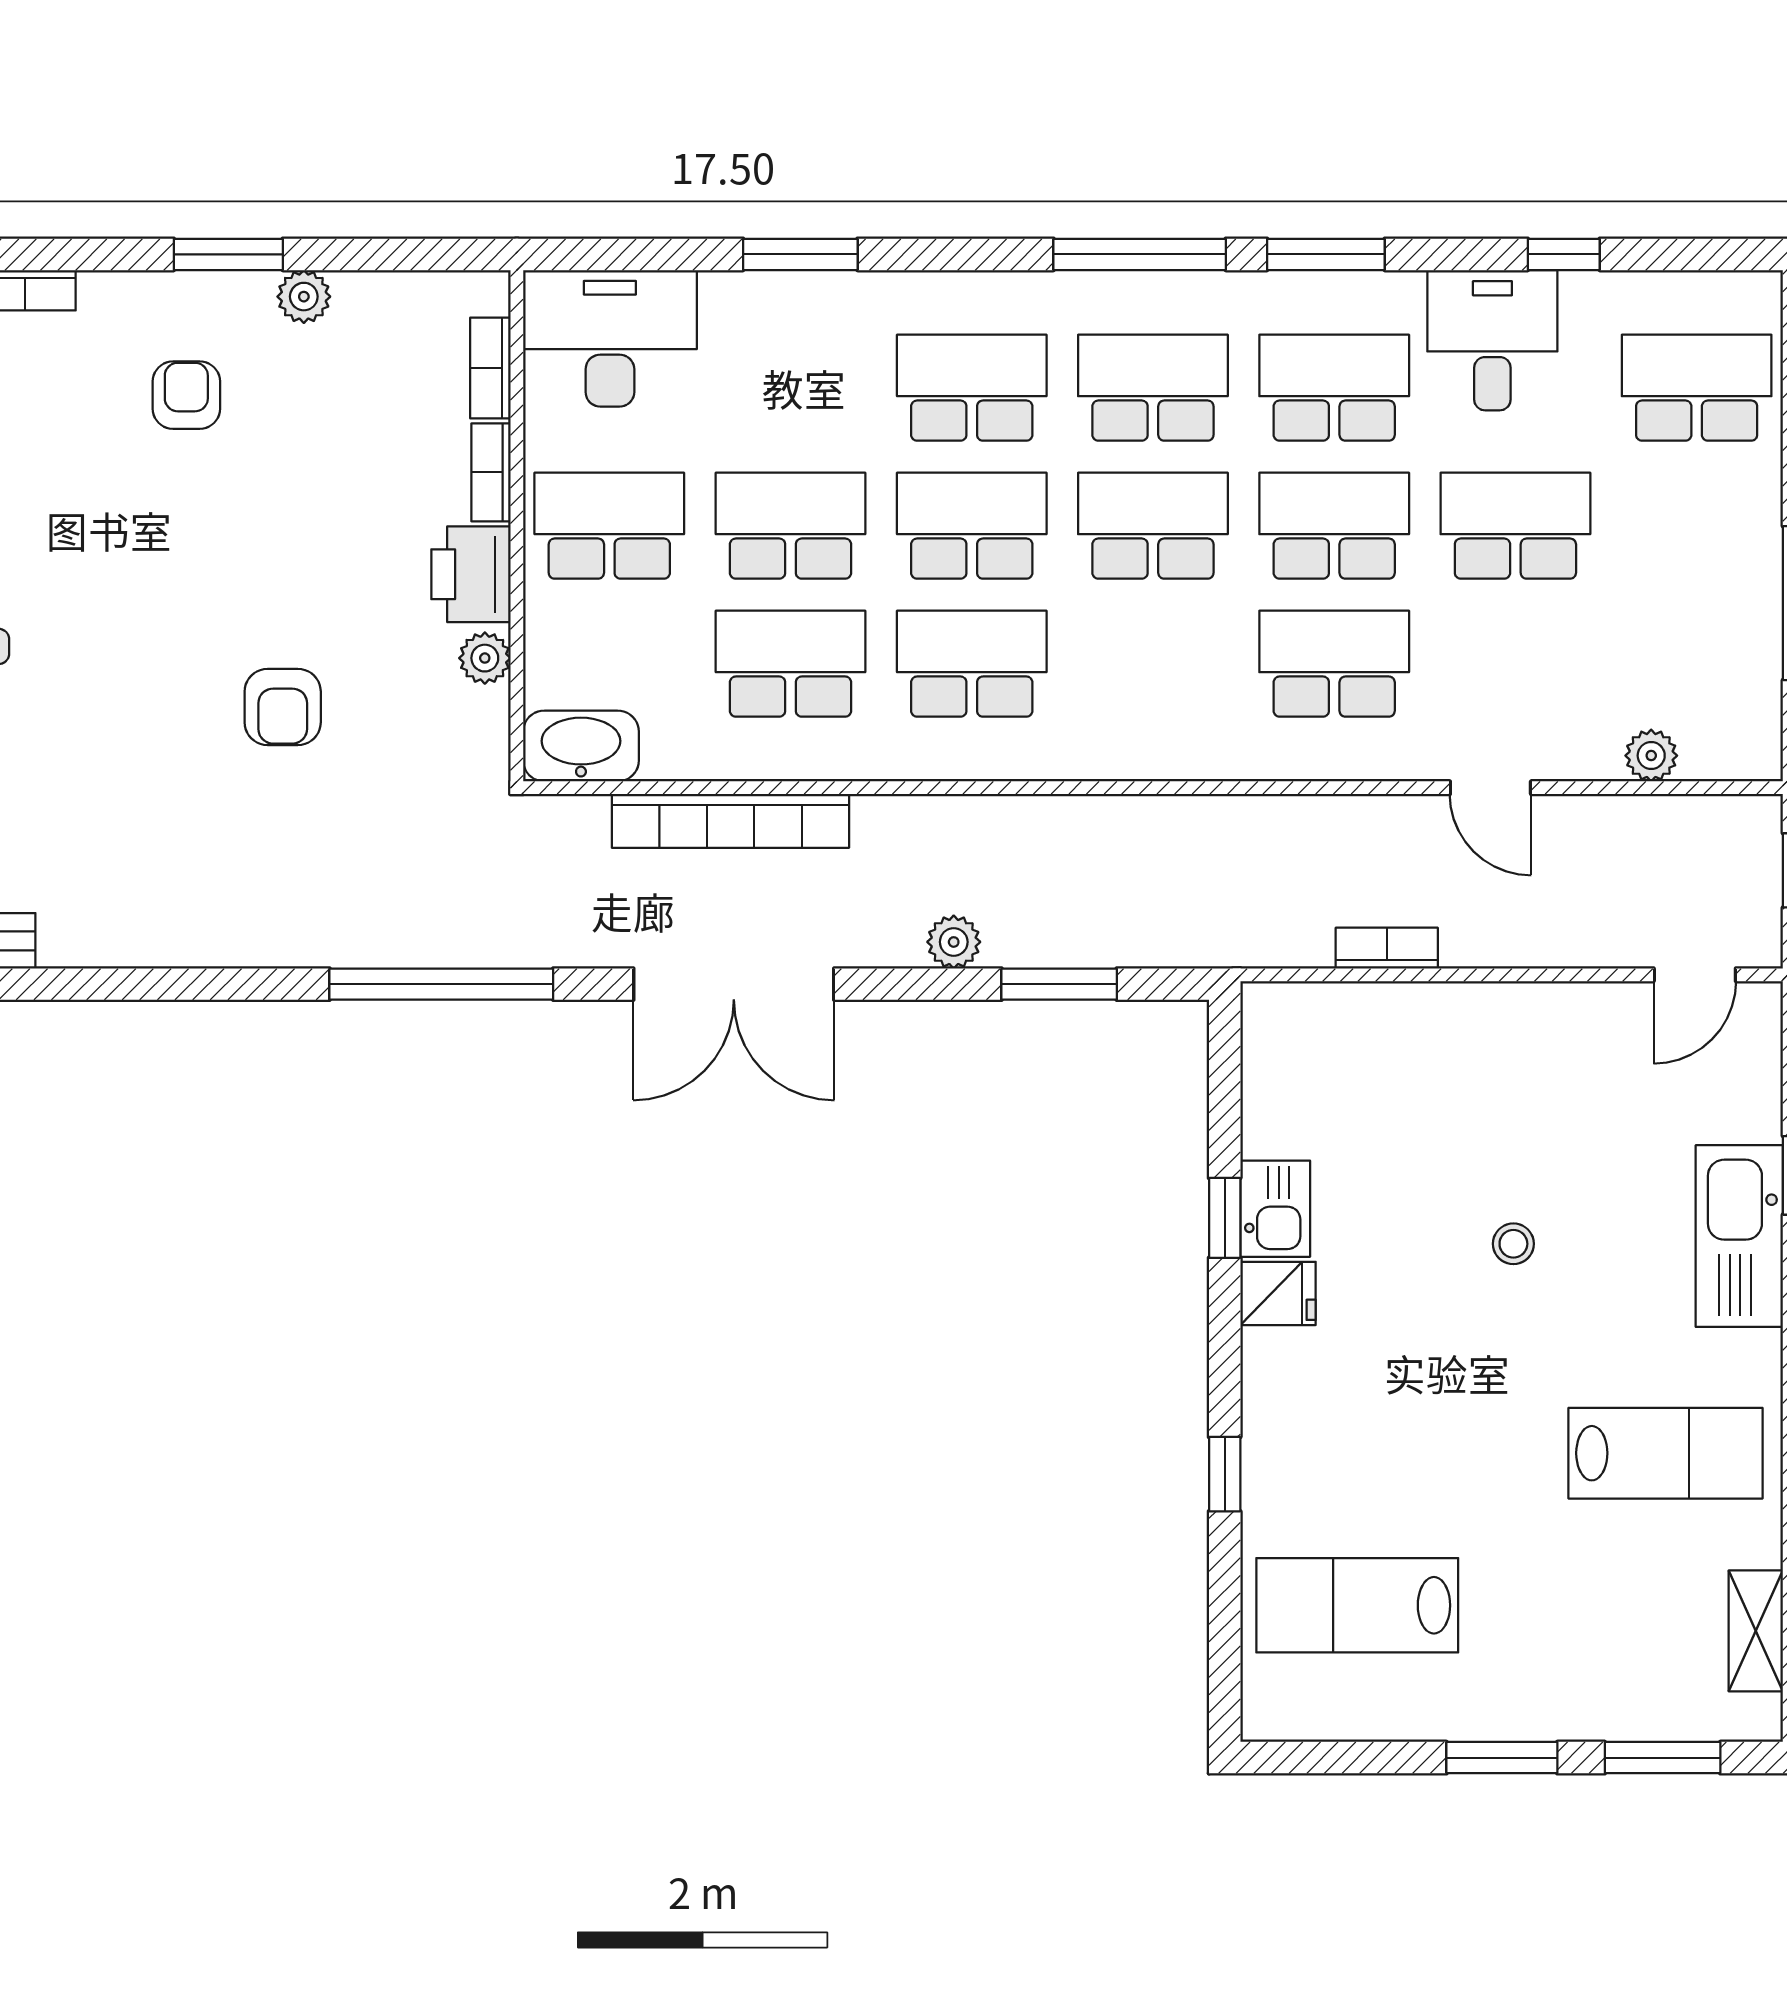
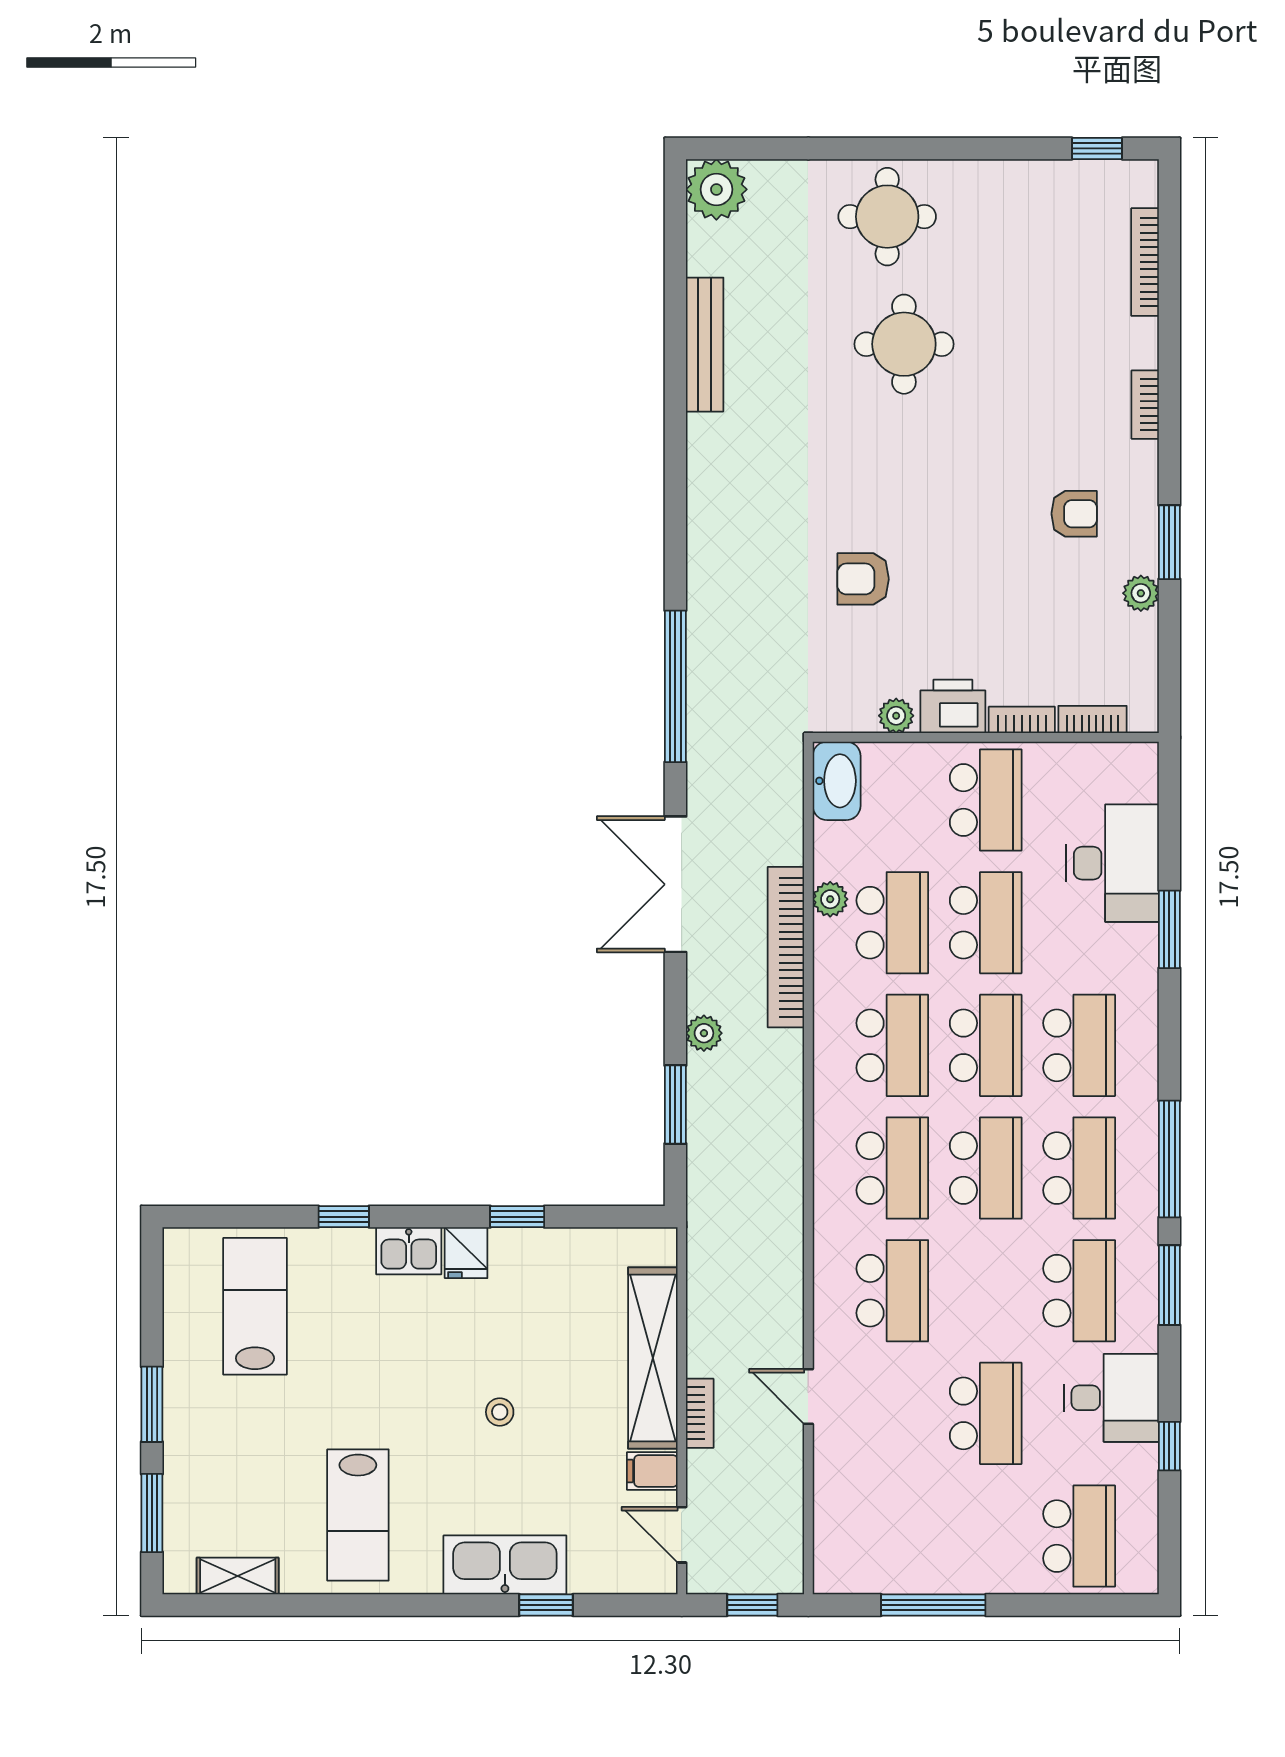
desk: (610, 338) -> (1113, 863), moved
school desk: (1334, 526) -> (892, 1168), moved
plant: (1651, 756) -> (830, 899), moved
door: (1490, 788) -> (808, 1396), hinge flipped
bookcase: (730, 821) -> (786, 947), moved
bookcase: (1387, 948) -> (700, 1413), moved
shelving: (1434, 1018) -> (653, 1358), added
filing cabinet: (1601, 1018) -> (652, 1471), added
kitchen sink: (1275, 1209) -> (409, 1251), moved

